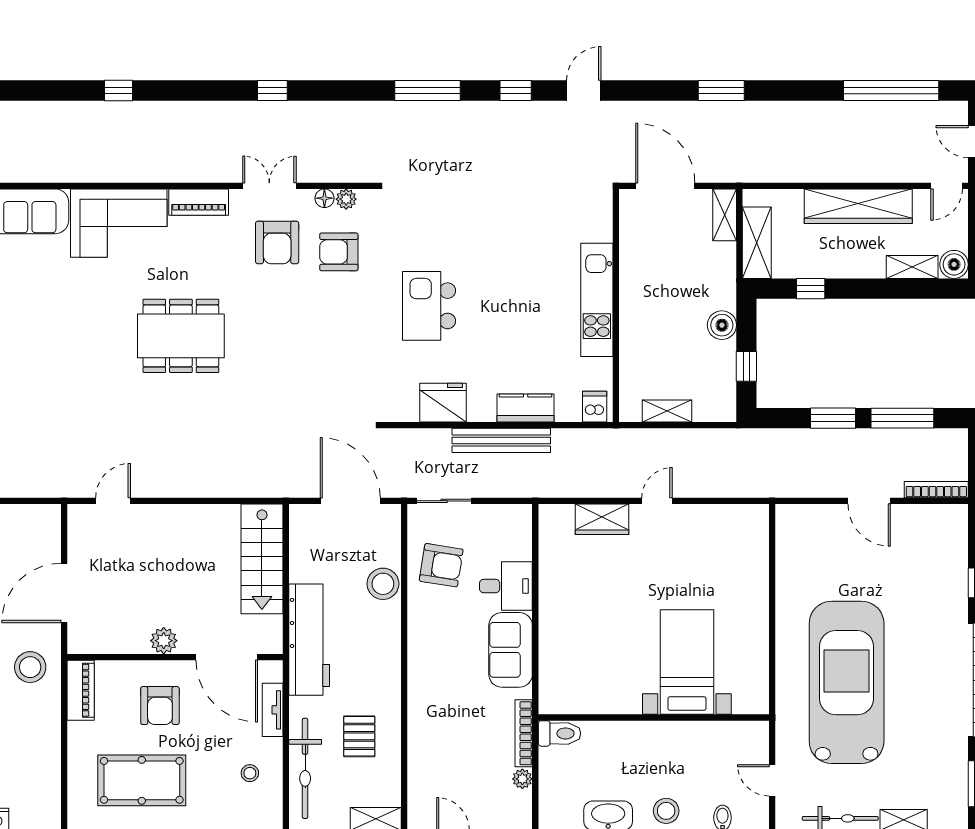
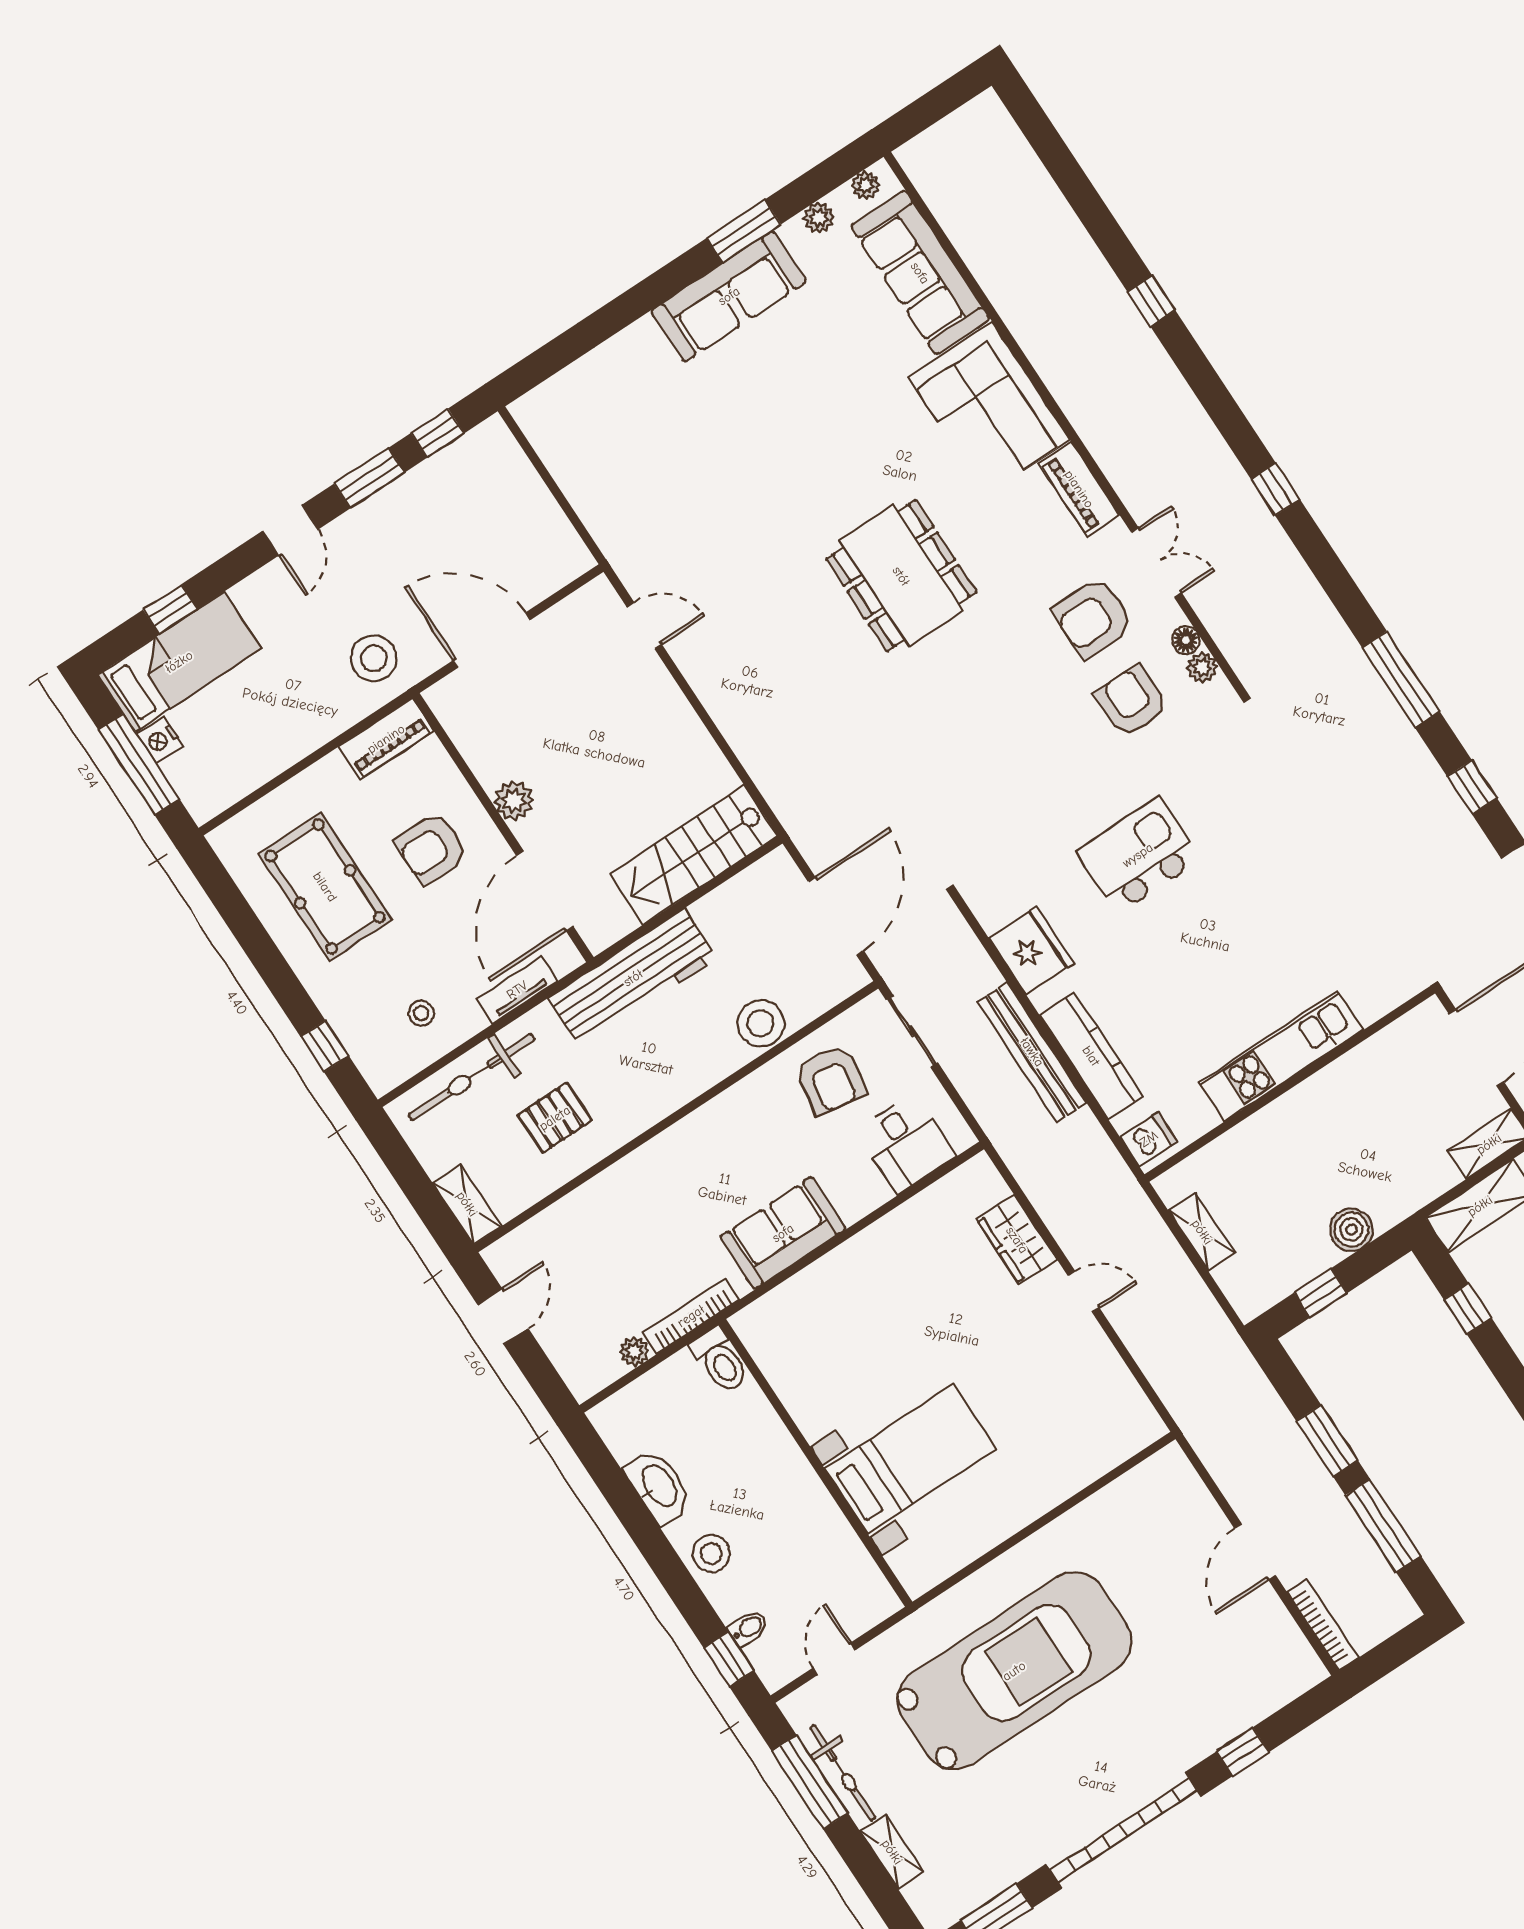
kitchen counter: (526, 408) -> (1091, 1056), width x1.50
desk: (506, 586) -> (906, 1144), moved

